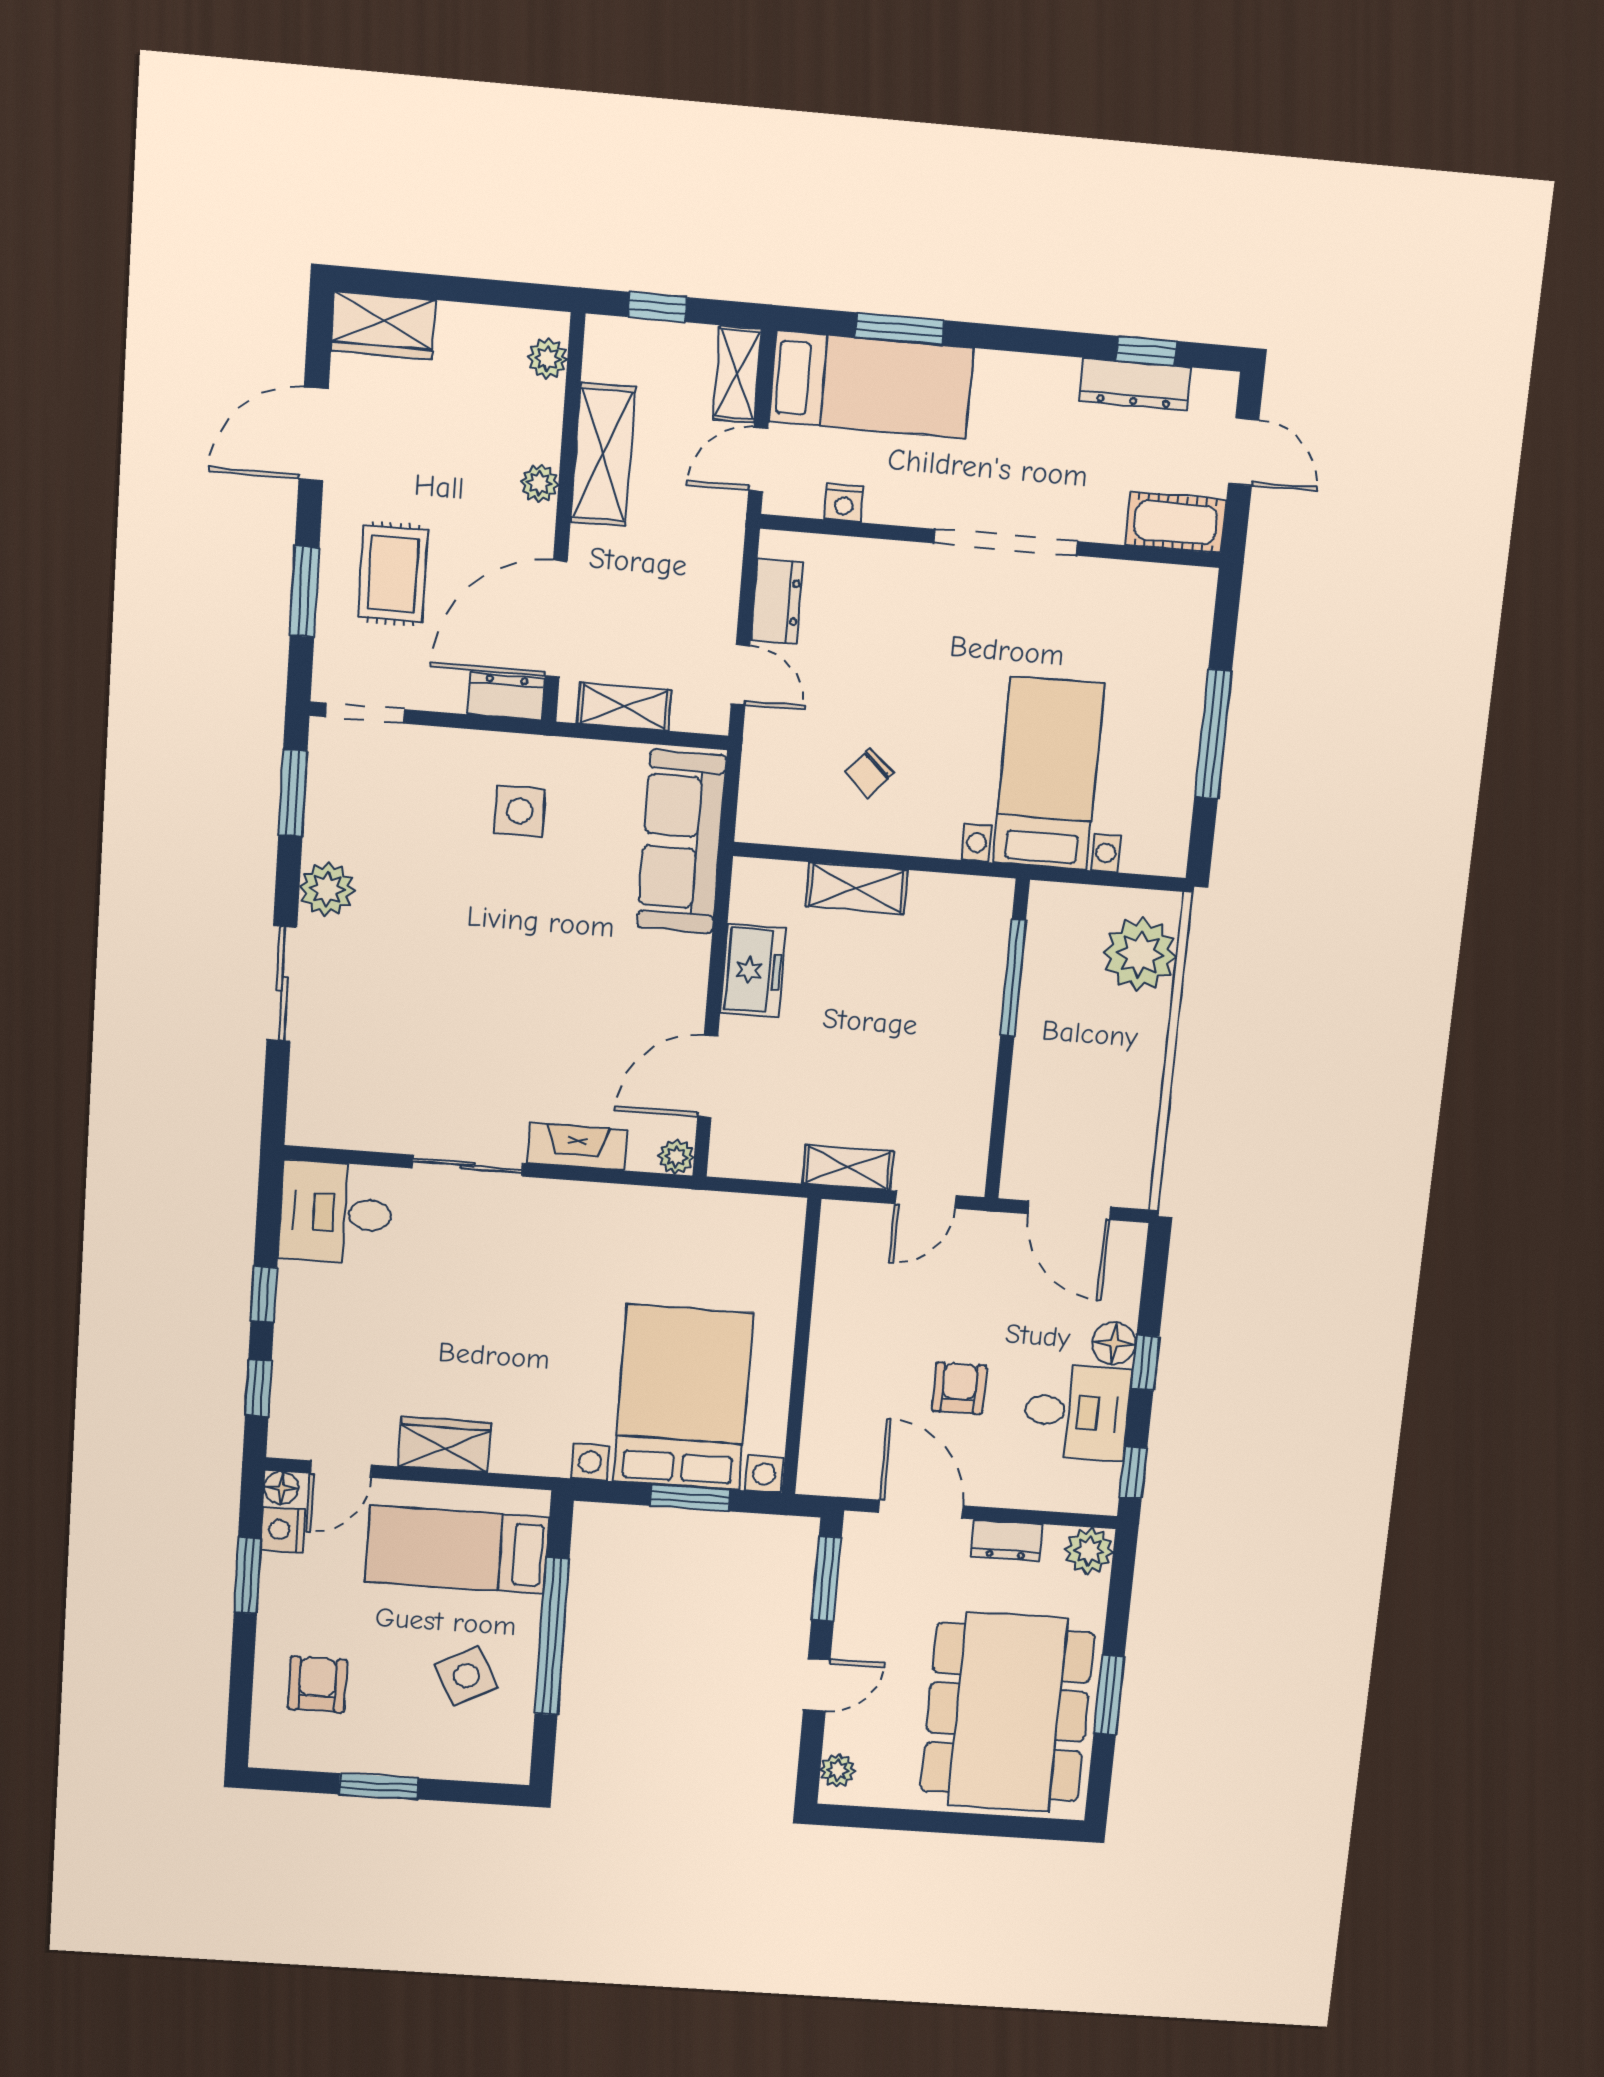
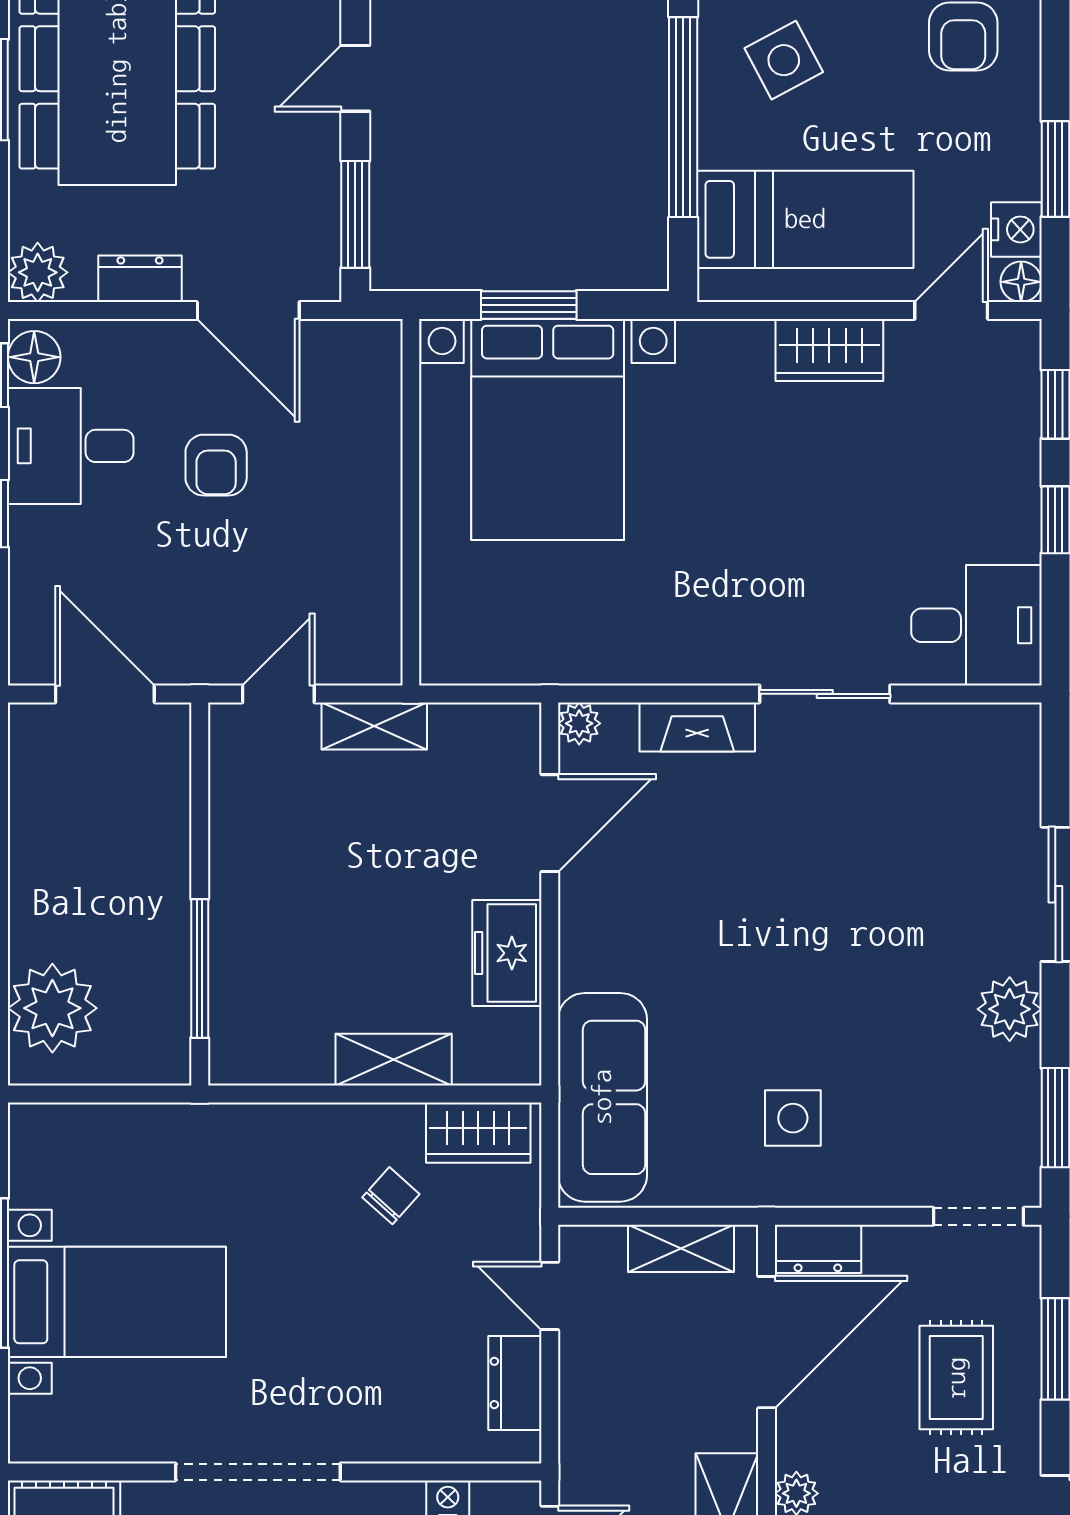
bed with nightstands: (1049, 773) -> (117, 1302), moved, turned -90
wardrobe: (790, 820) -> (478, 1133), added
floor lamp: (1114, 1343) -> (34, 357), moved

